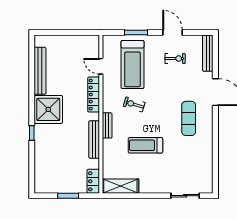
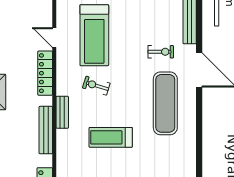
exercise bike: (175, 59) -> (161, 52), moved
exercise mat: (189, 118) -> (165, 103), width x1.36, depth x1.45

